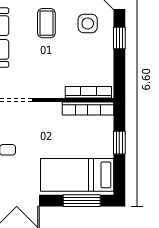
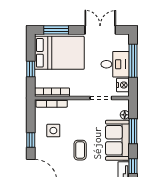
side table: (88, 23) -> (53, 131), moved
bed: (77, 175) -> (59, 53), width x1.50

